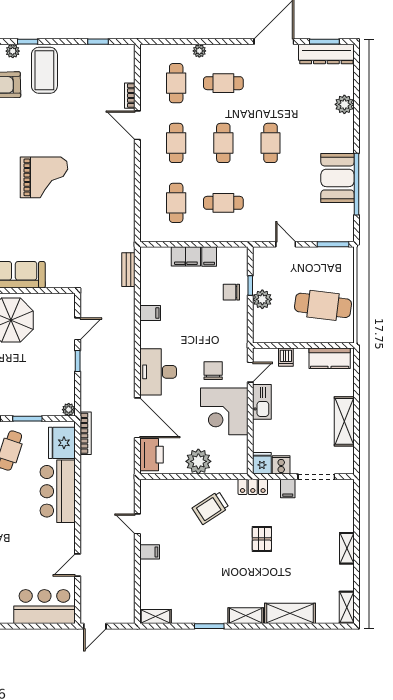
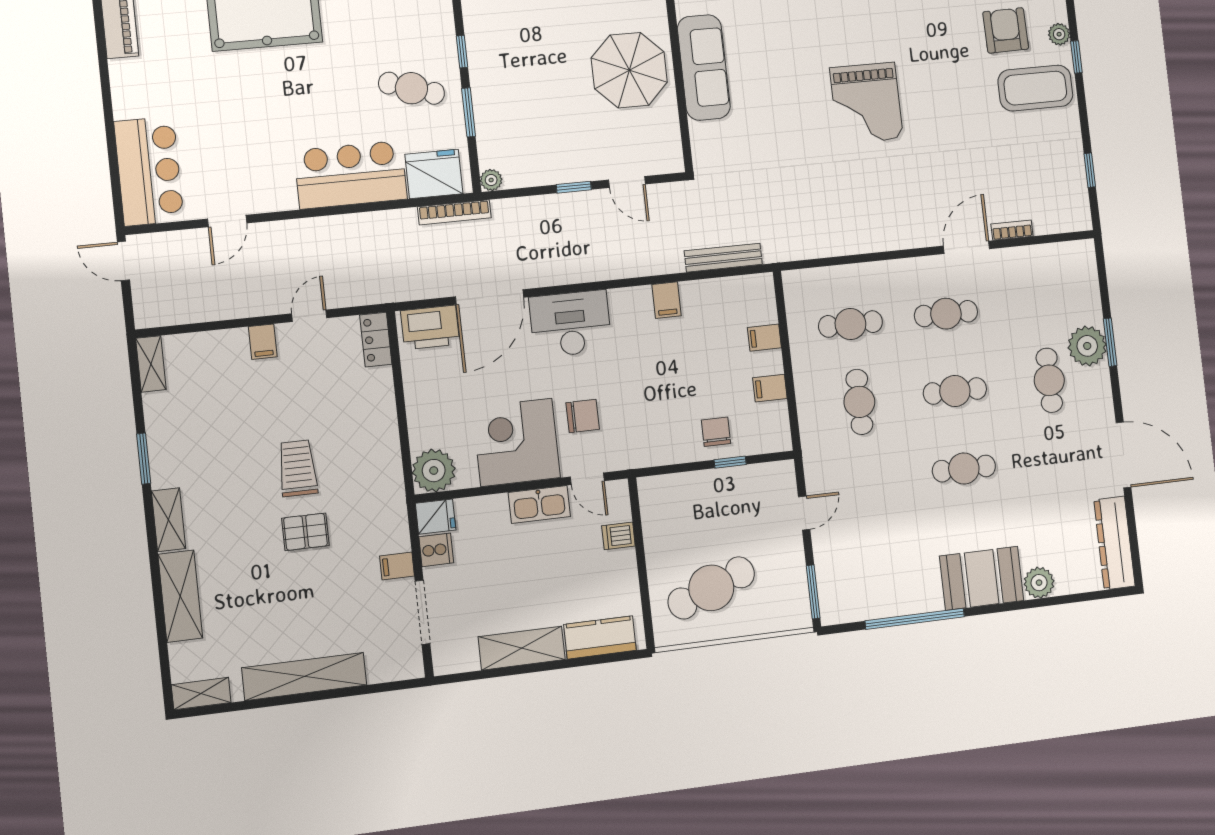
window: (324, 42) -> (1110, 342), moved
plant: (199, 51) -> (1087, 346), width x1.87, depth x1.87
cafe table: (176, 83) -> (1040, 303), removed
booth: (338, 178) -> (982, 578), moved
filing cabinet: (186, 256) -> (764, 338), width x0.50
bench: (128, 270) -> (723, 258), width x1.36
plant: (262, 299) -> (710, 485), removed
cafe table: (323, 305) -> (711, 588), turned 62
kitchen counter: (330, 358) -> (600, 637), moved, turned 90
plant: (198, 461) -> (434, 471), moved
locker: (253, 487) -> (376, 340), moved
trolley: (211, 508) -> (298, 468), moved, turned 33
shelving: (347, 548) -> (304, 676), width x2.20, depth x1.33
door: (78, 565) -> (227, 221), swing flipped

